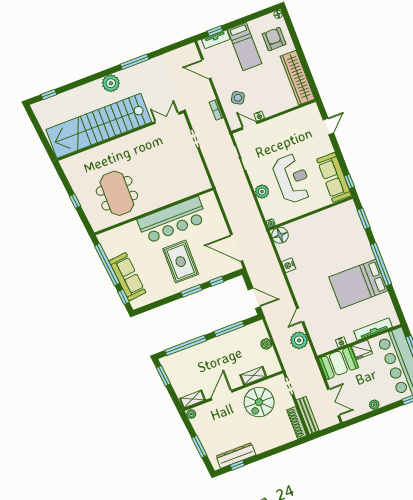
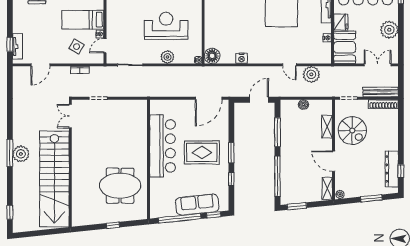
bed: (245, 47) -> (83, 20), moved, turned 180
window: (135, 62) -> (10, 153), moved
window: (217, 281) -> (231, 179), moved
plant: (374, 405) -> (389, 30), width x1.88, depth x1.88

